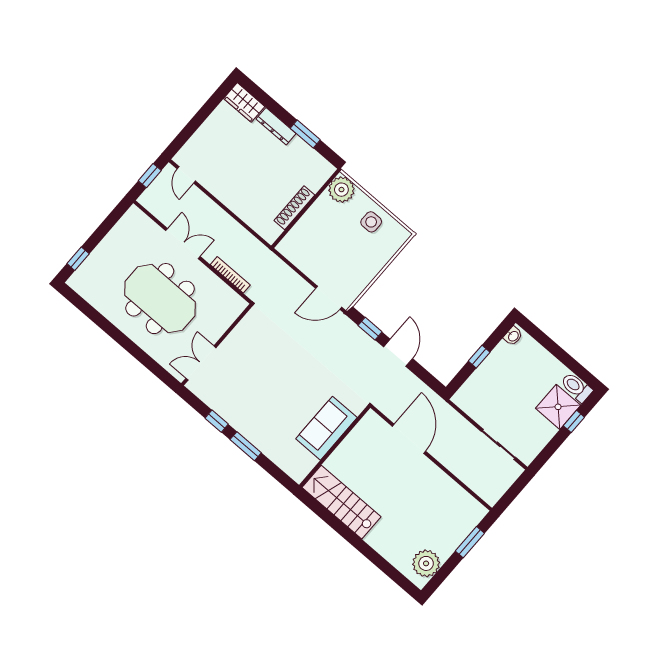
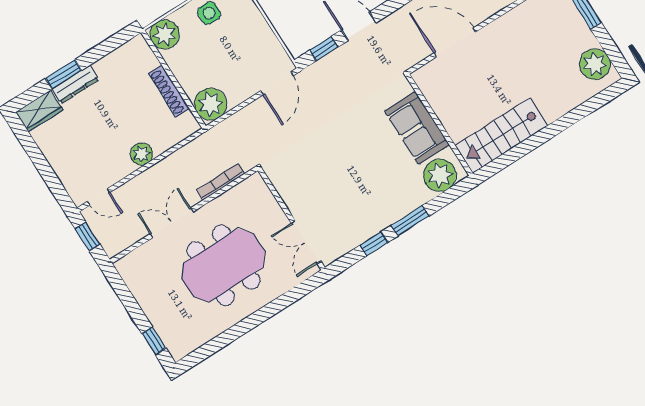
window: (305, 134) -> (64, 74), moved
plant: (234, 200) -> (142, 154), added
plant: (294, 247) -> (211, 104), added
plant: (292, 460) -> (440, 175), added

